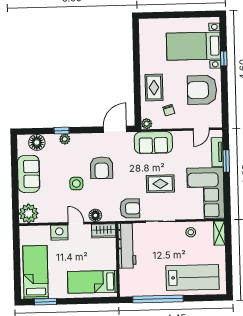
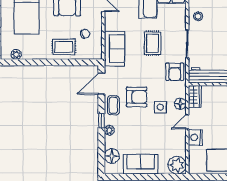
plant: (147, 124) -> (16, 54), moved
door: (115, 129) -> (101, 84), hinge flipped
window: (62, 131) -> (101, 121), moved
coffee table: (92, 143) -> (113, 105), added
side table: (76, 184) -> (160, 107), moved
armchair: (130, 208) -> (175, 72), turned 180

